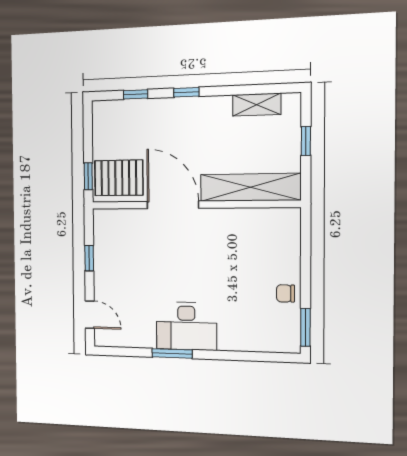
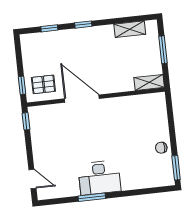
window: (306, 141) -> (163, 50), width x1.50
pallet: (119, 178) -> (43, 84), width x0.67, depth x0.71
shelving: (250, 187) -> (149, 82), width x0.45, depth x0.75
window: (89, 258) -> (26, 121), moved

